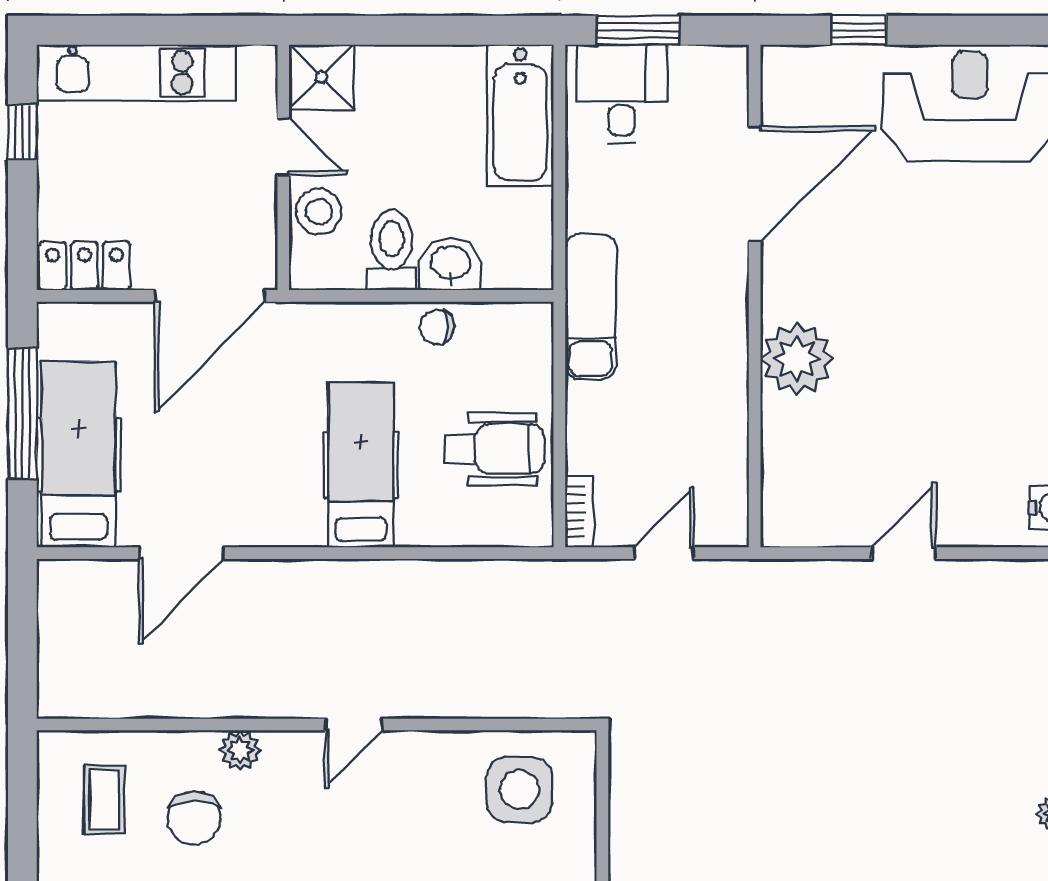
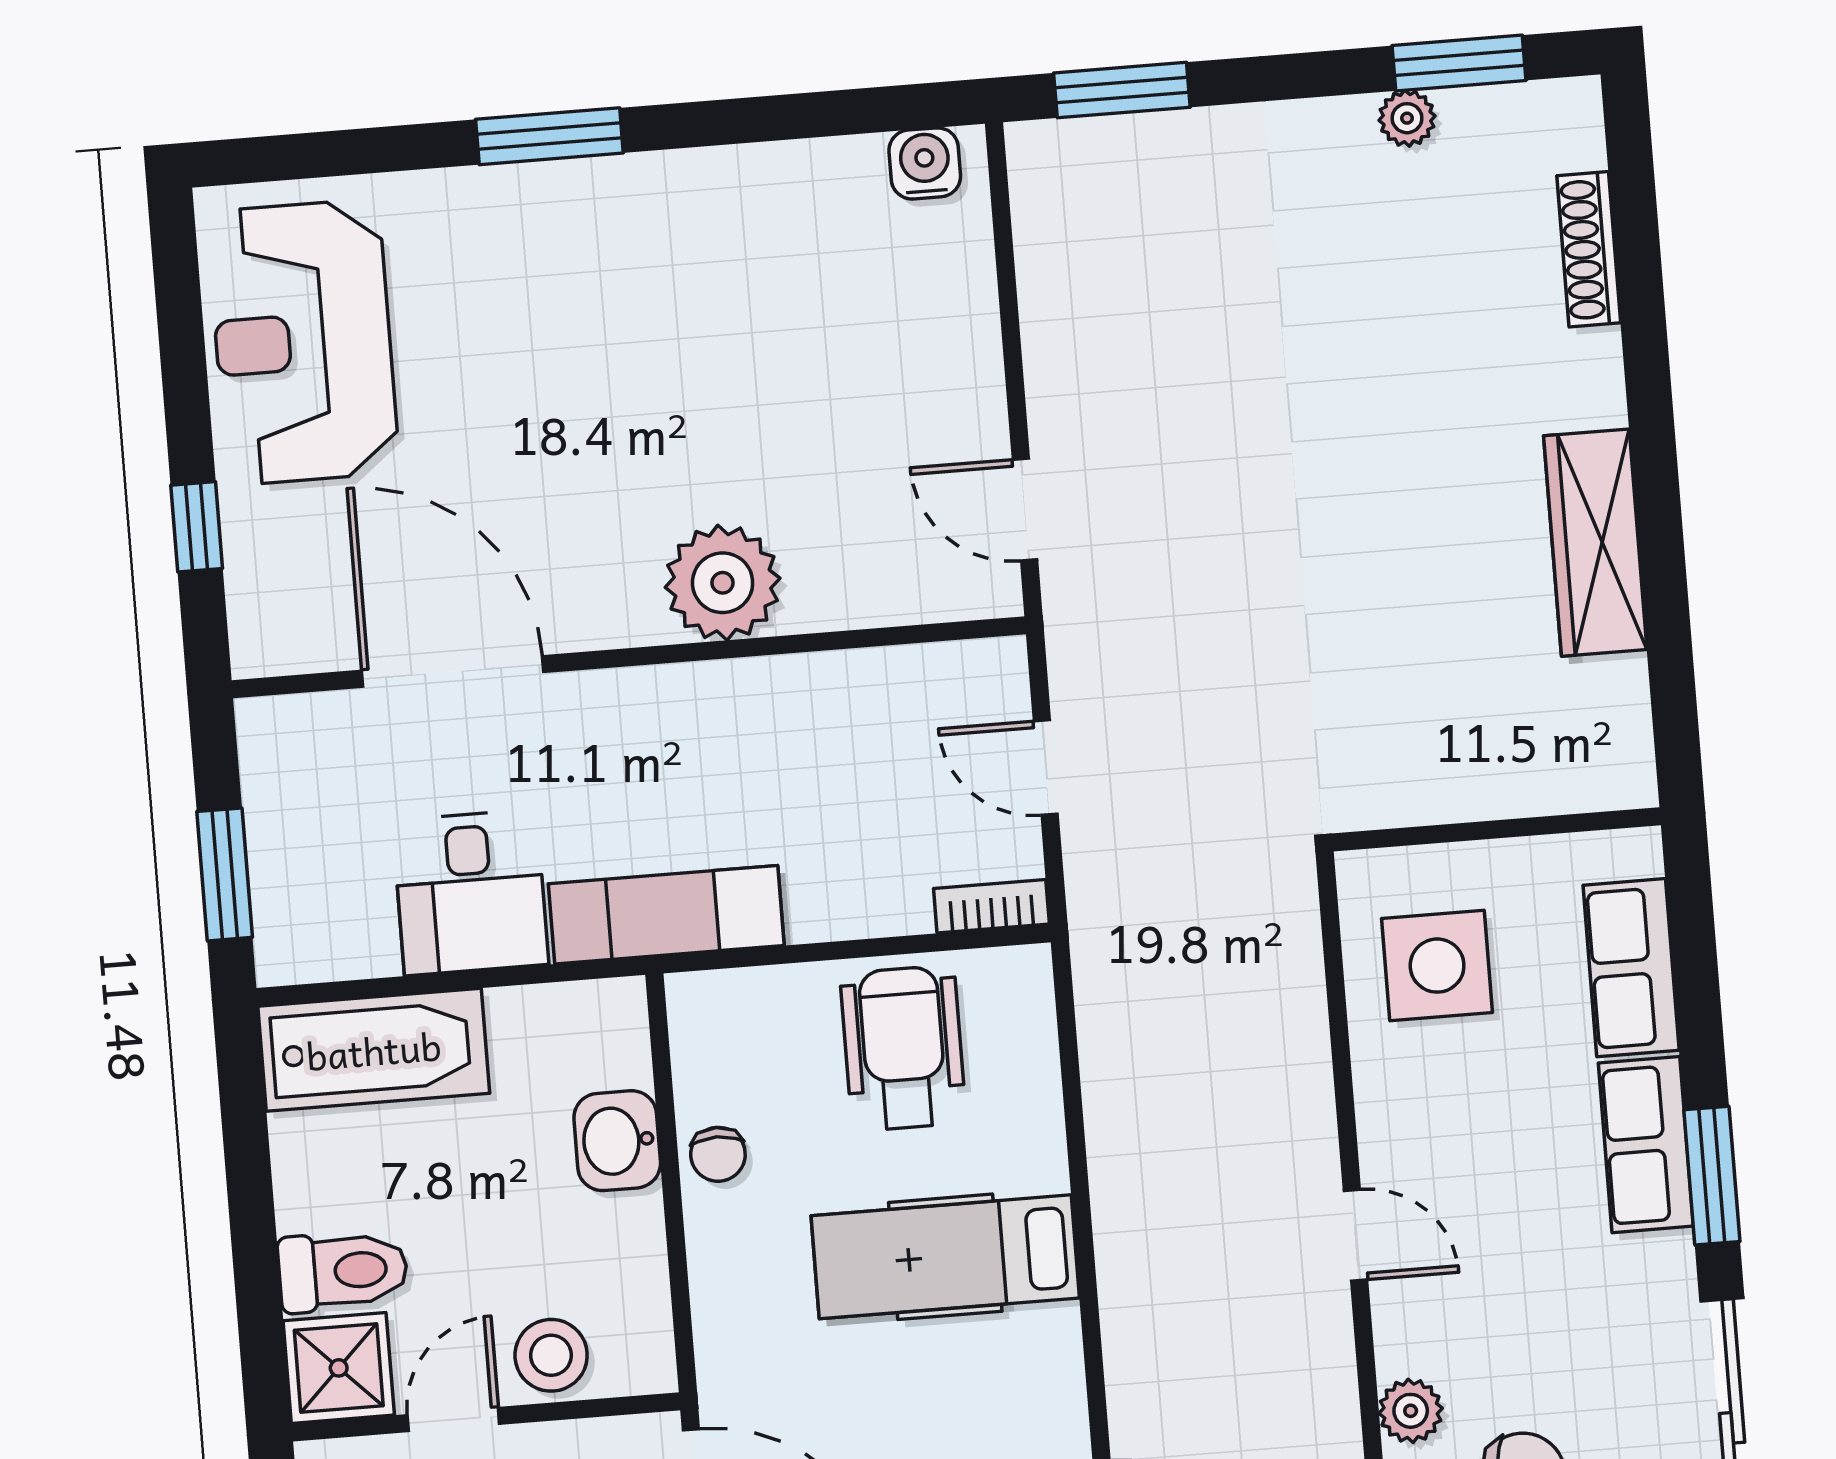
desk: (622, 94) -> (471, 893), moved, turned -90
toilet: (392, 250) -> (343, 1271), moved, turned 180
door: (904, 553) -> (1025, 510), moved

